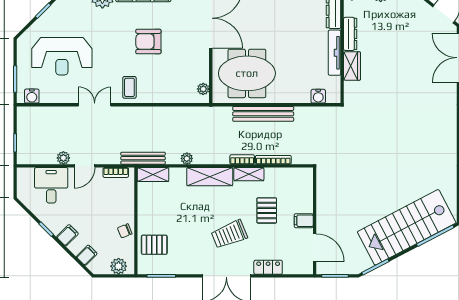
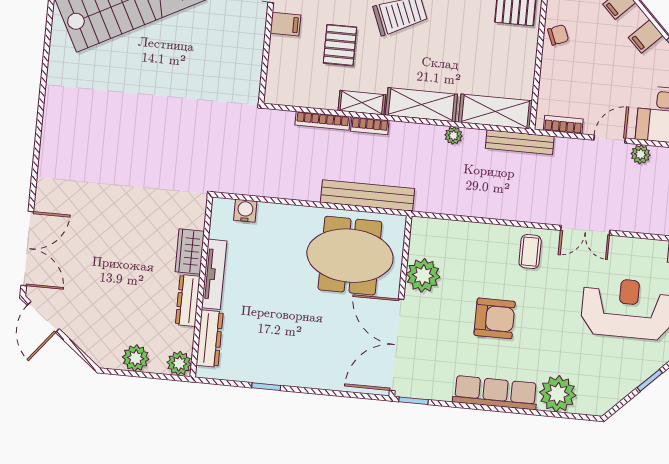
plant: (203, 89) -> (423, 275), moved, width x1.88, depth x1.88
bench: (263, 114) -> (368, 195), moved
shelving: (153, 174) -> (495, 111), width x1.50, depth x1.33

